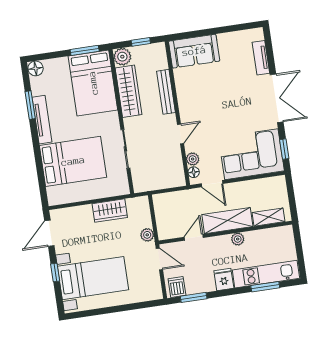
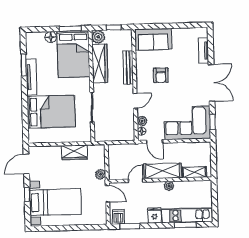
floor lamp: (36, 68) -> (51, 37), moved
armchair: (210, 97) -> (161, 75), added

